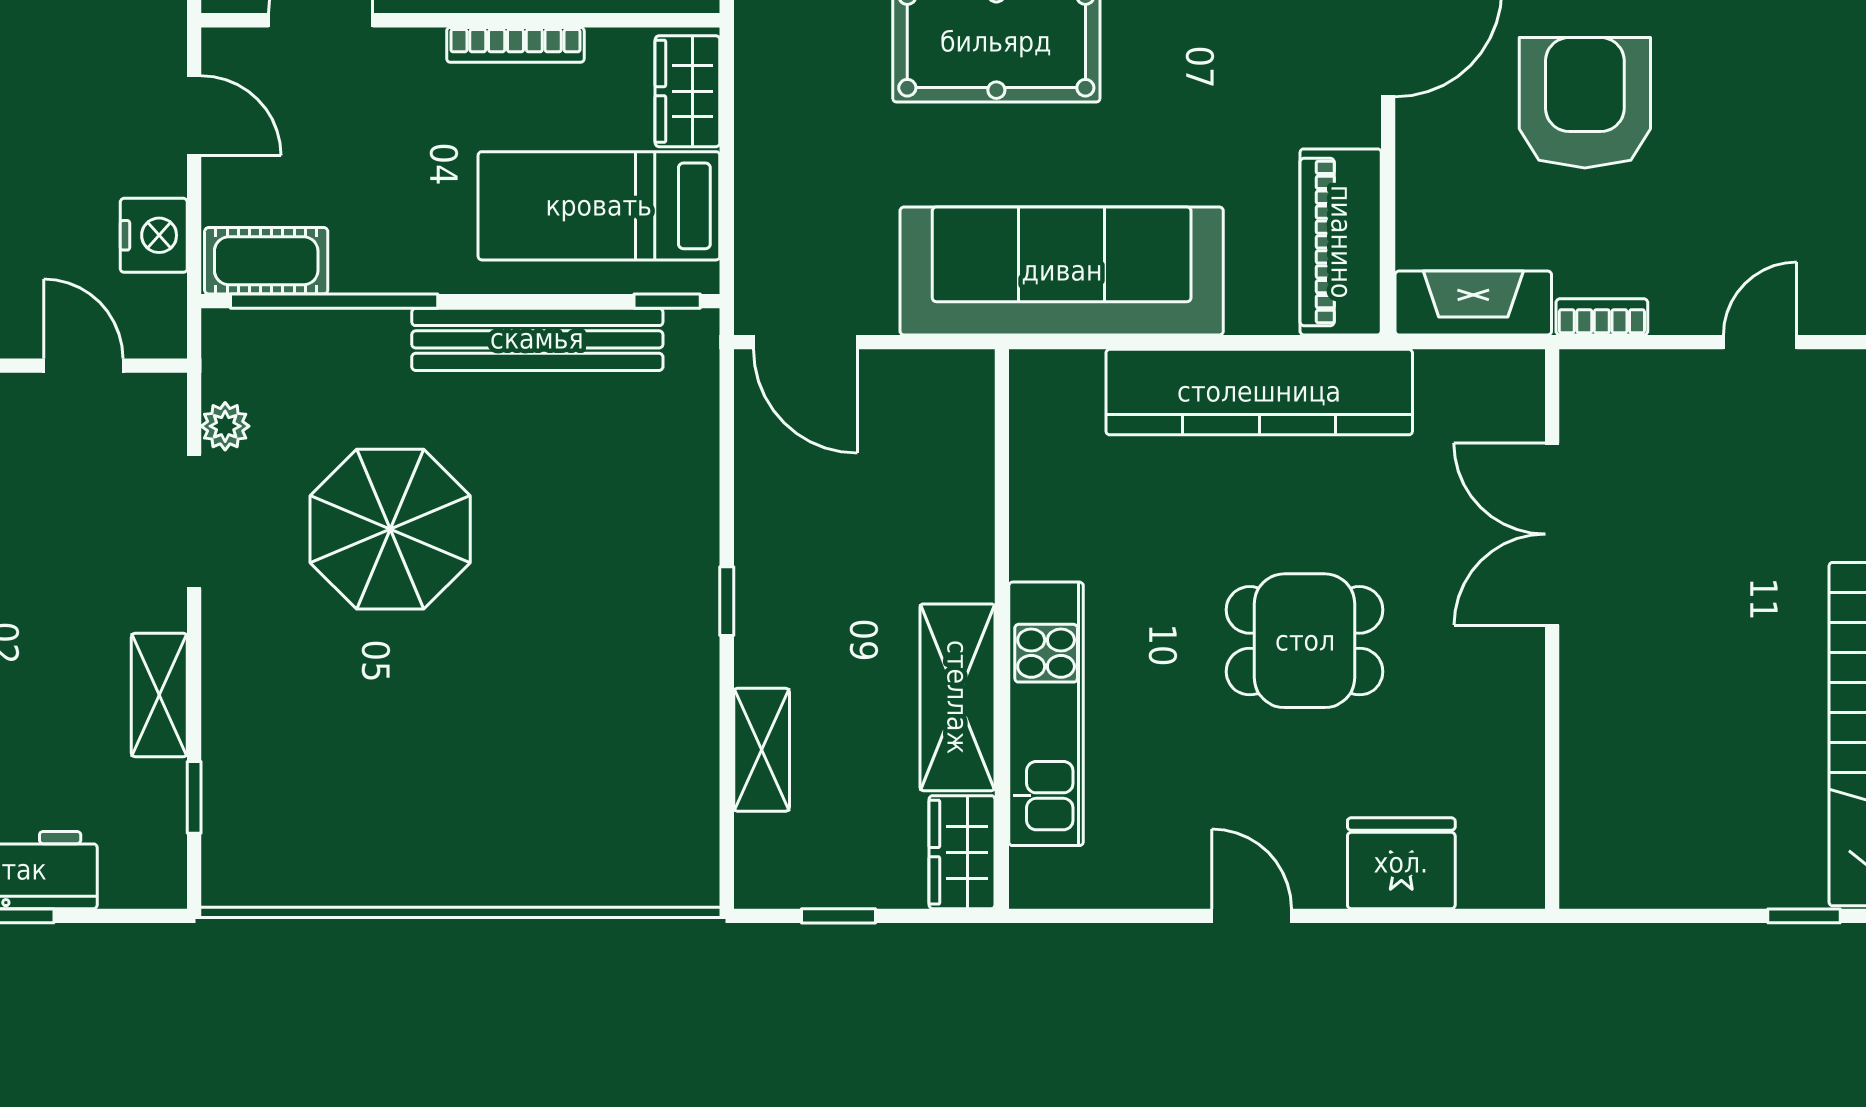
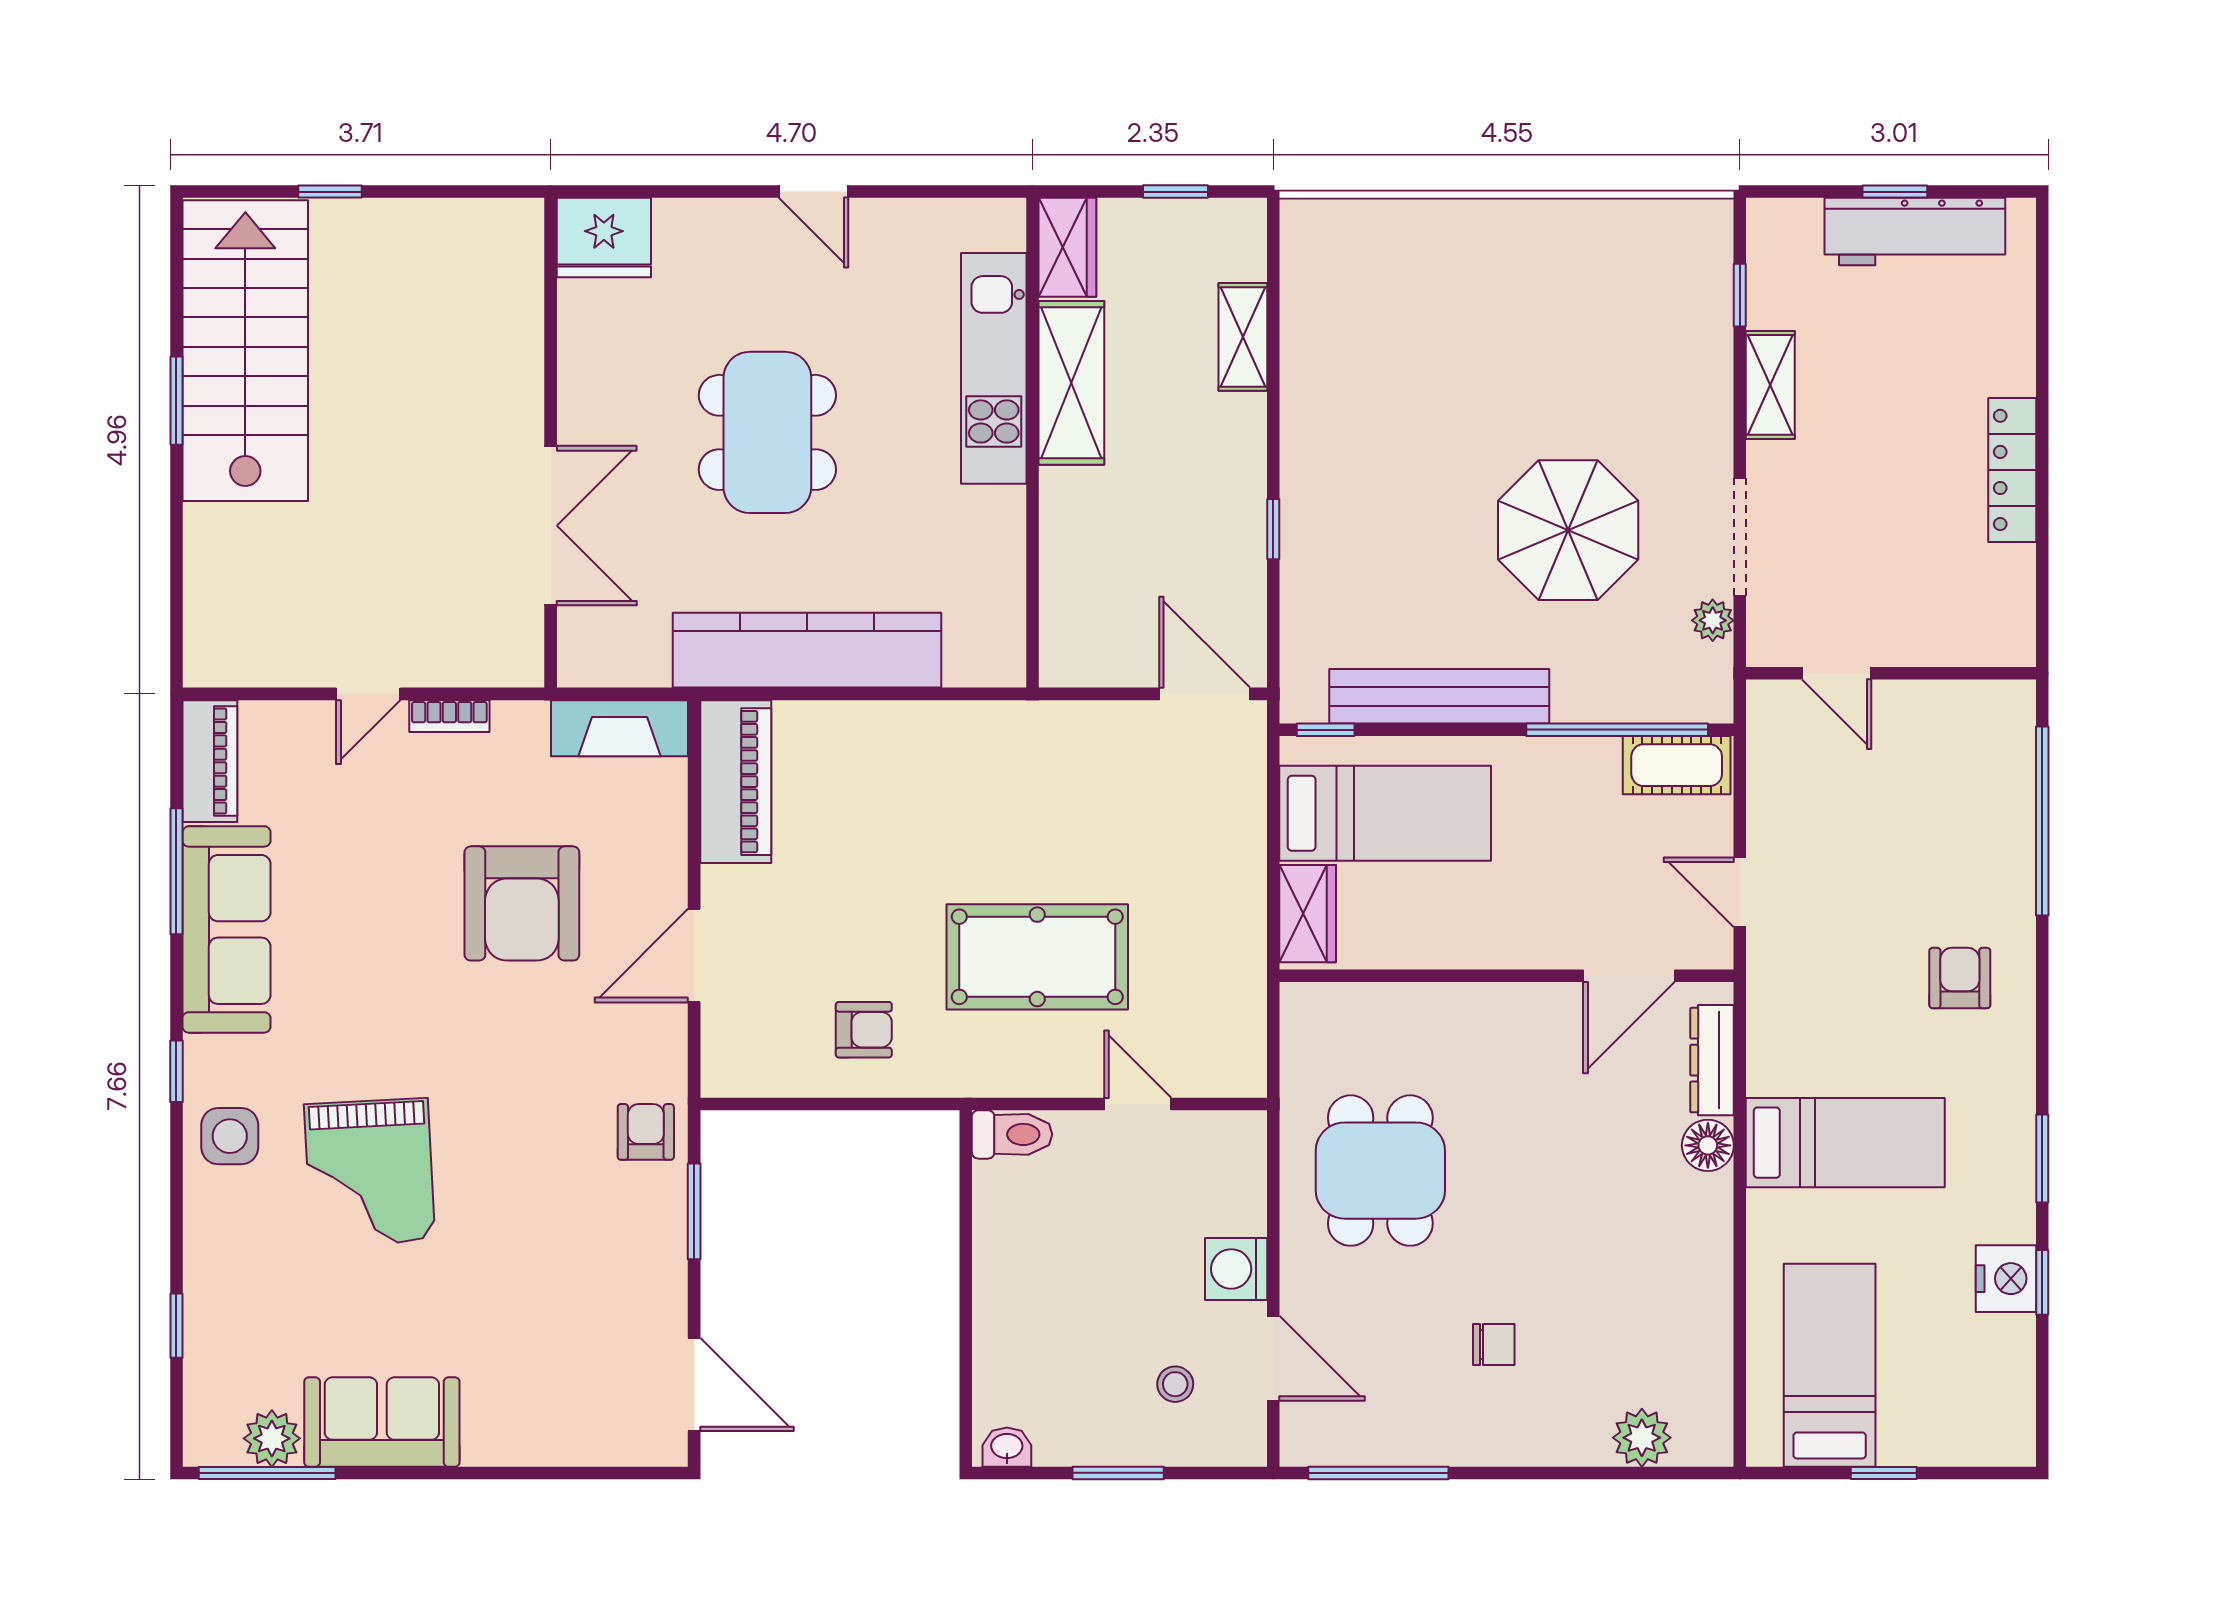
bookcase: (515, 45) -> (1458, 954), removed
nightstand: (154, 235) -> (1775, 787), removed
sofa: (1062, 271) -> (980, 756), removed
bookcase: (1602, 317) -> (449, 716), moved
window: (727, 601) -> (1273, 529), moved
dining table: (1305, 641) -> (767, 432), width x1.38
fridge: (1401, 863) -> (604, 238), moved

